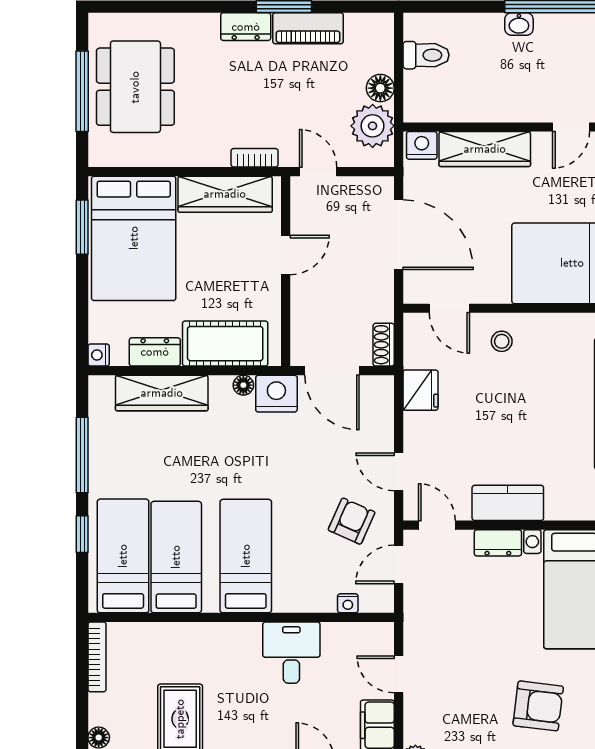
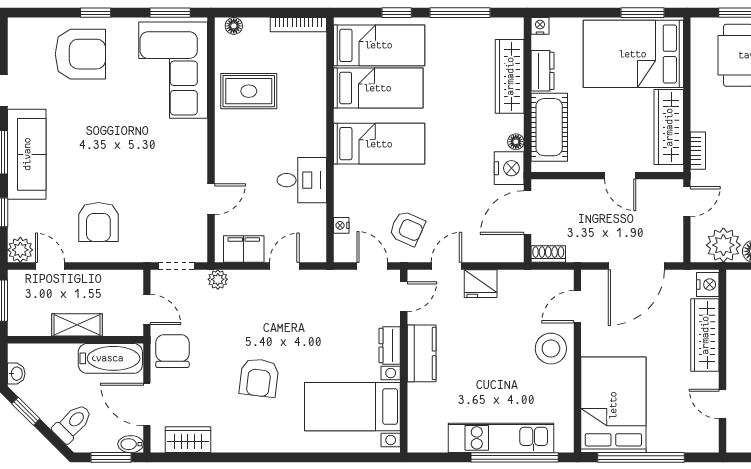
stool: (502, 341) -> (551, 349), width x1.89, depth x1.89
fridge: (420, 390) -> (481, 284), moved

